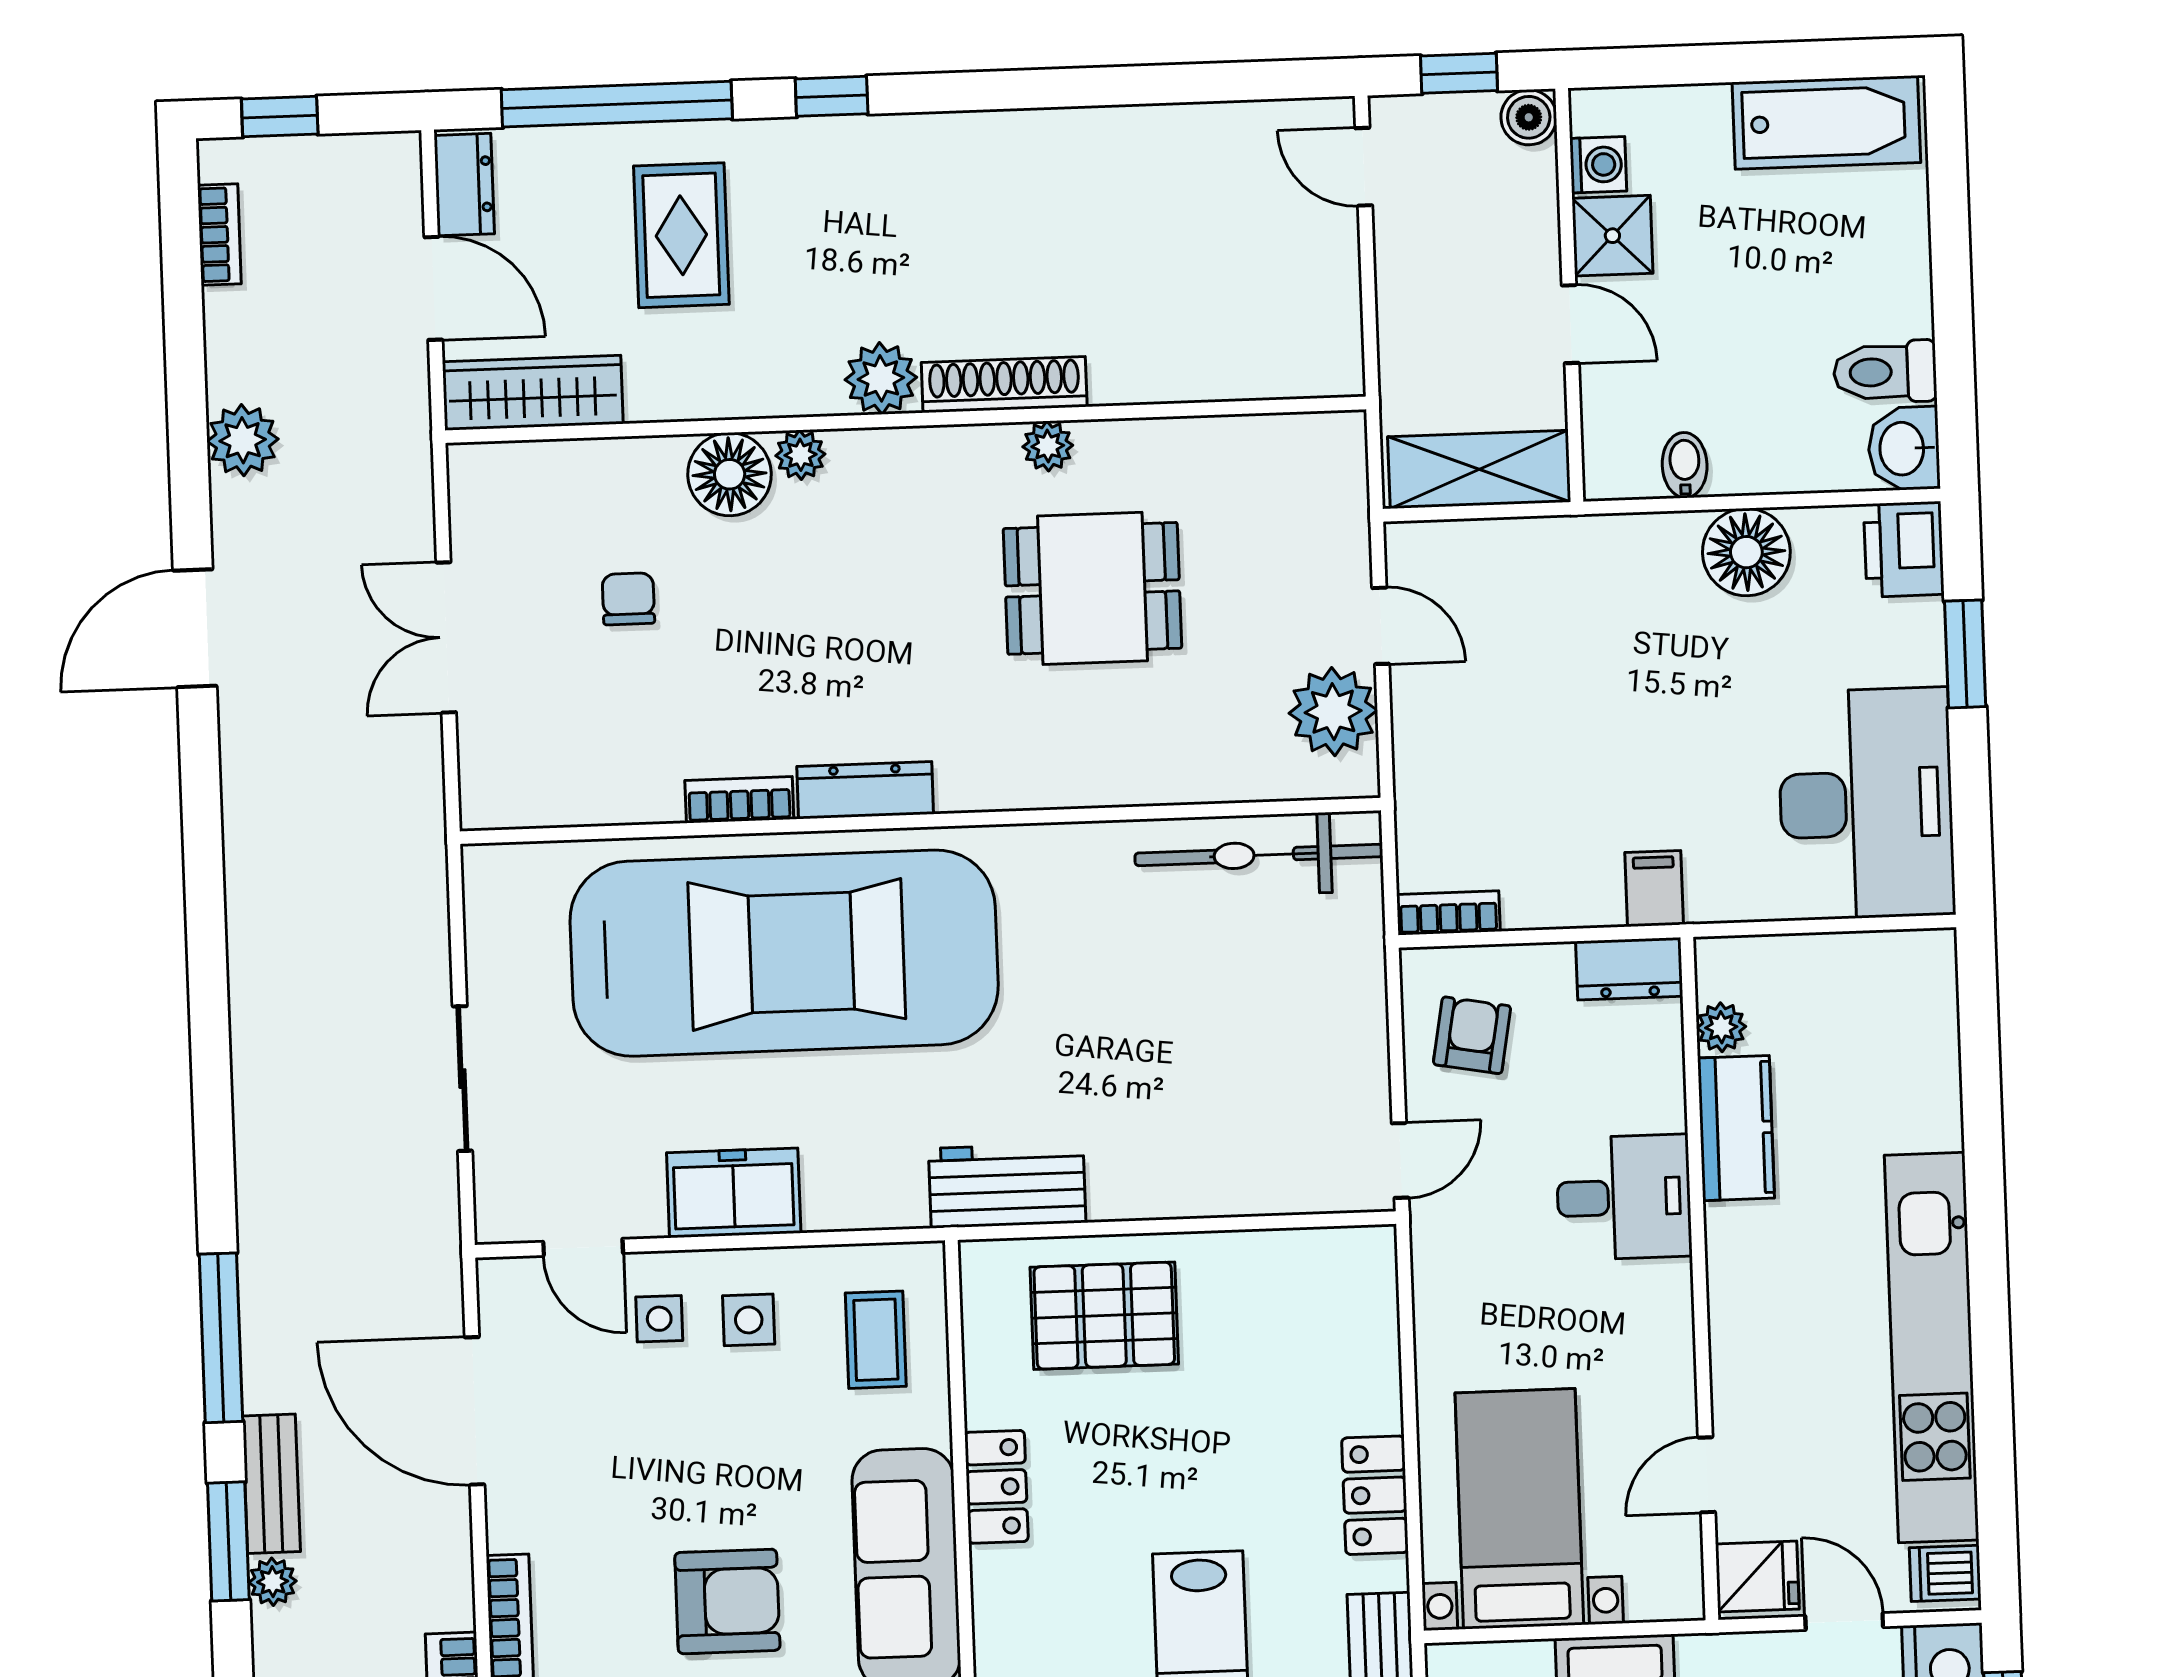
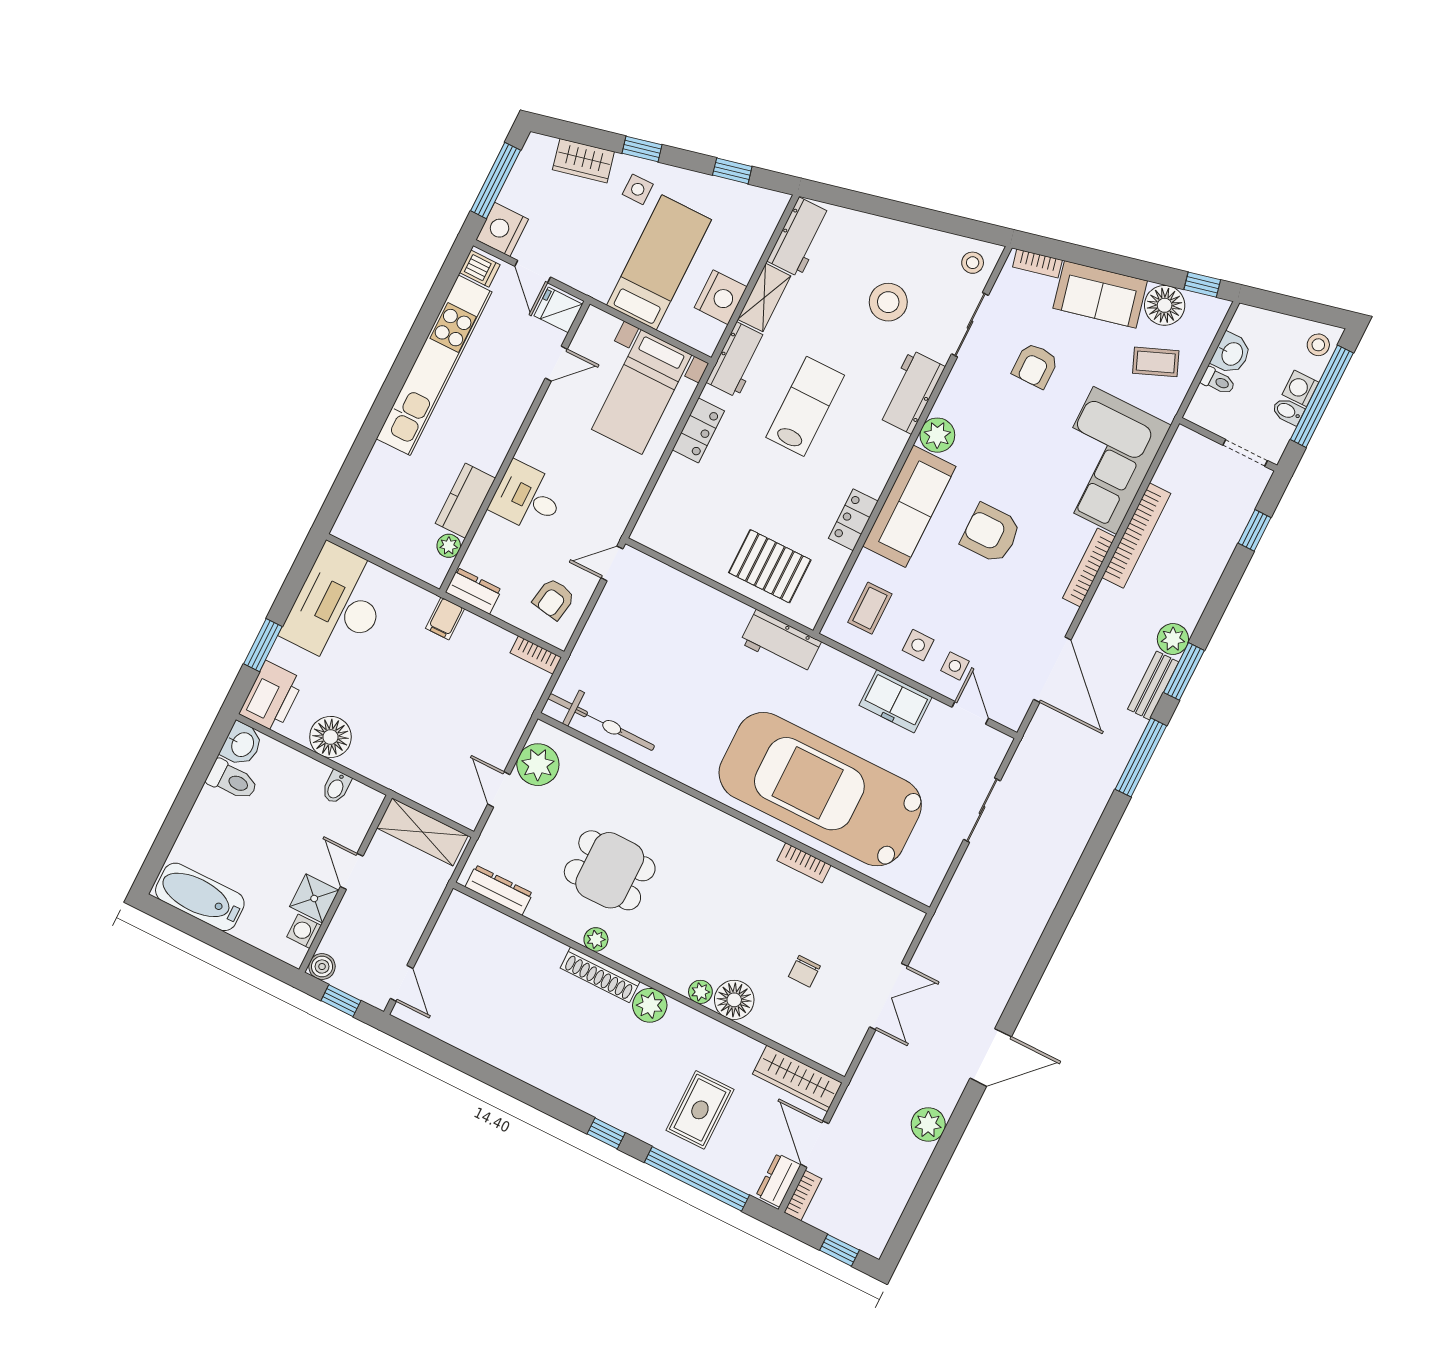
bookcase: (219, 235) -> (803, 1195), moved, turned 180
printer: (1904, 549) -> (271, 697), width x1.37, depth x1.19
dresser: (865, 790) -> (499, 890), moved, turned 180
plant: (273, 1582) -> (1173, 639), width x1.38, depth x1.38

